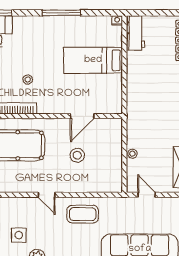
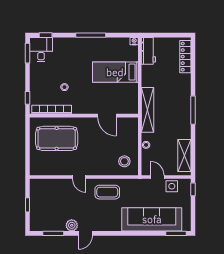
shelving: (134, 109) -> (148, 110), added
door: (82, 116) -> (107, 116), hinge flipped
stool: (77, 155) -> (124, 161), moved
side table: (19, 235) -> (172, 186), moved

